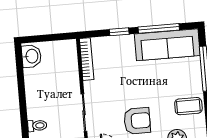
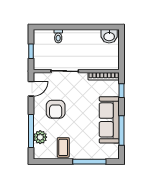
window: (119, 32) -> (122, 91), moved
sofa: (167, 45) -> (109, 120), moved

